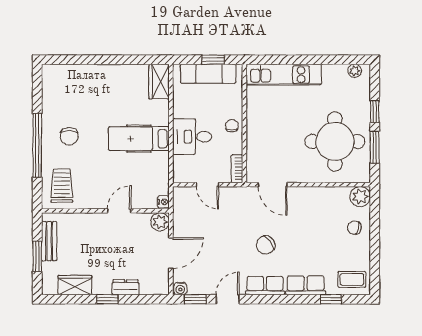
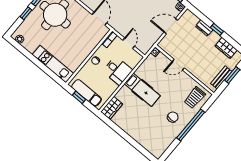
plant: (160, 222) -> (164, 44), removed

